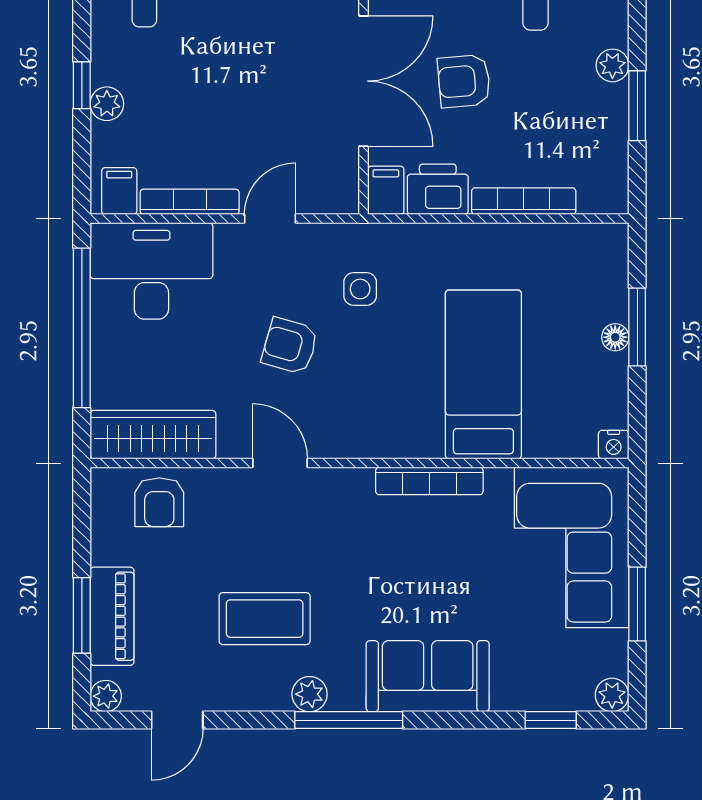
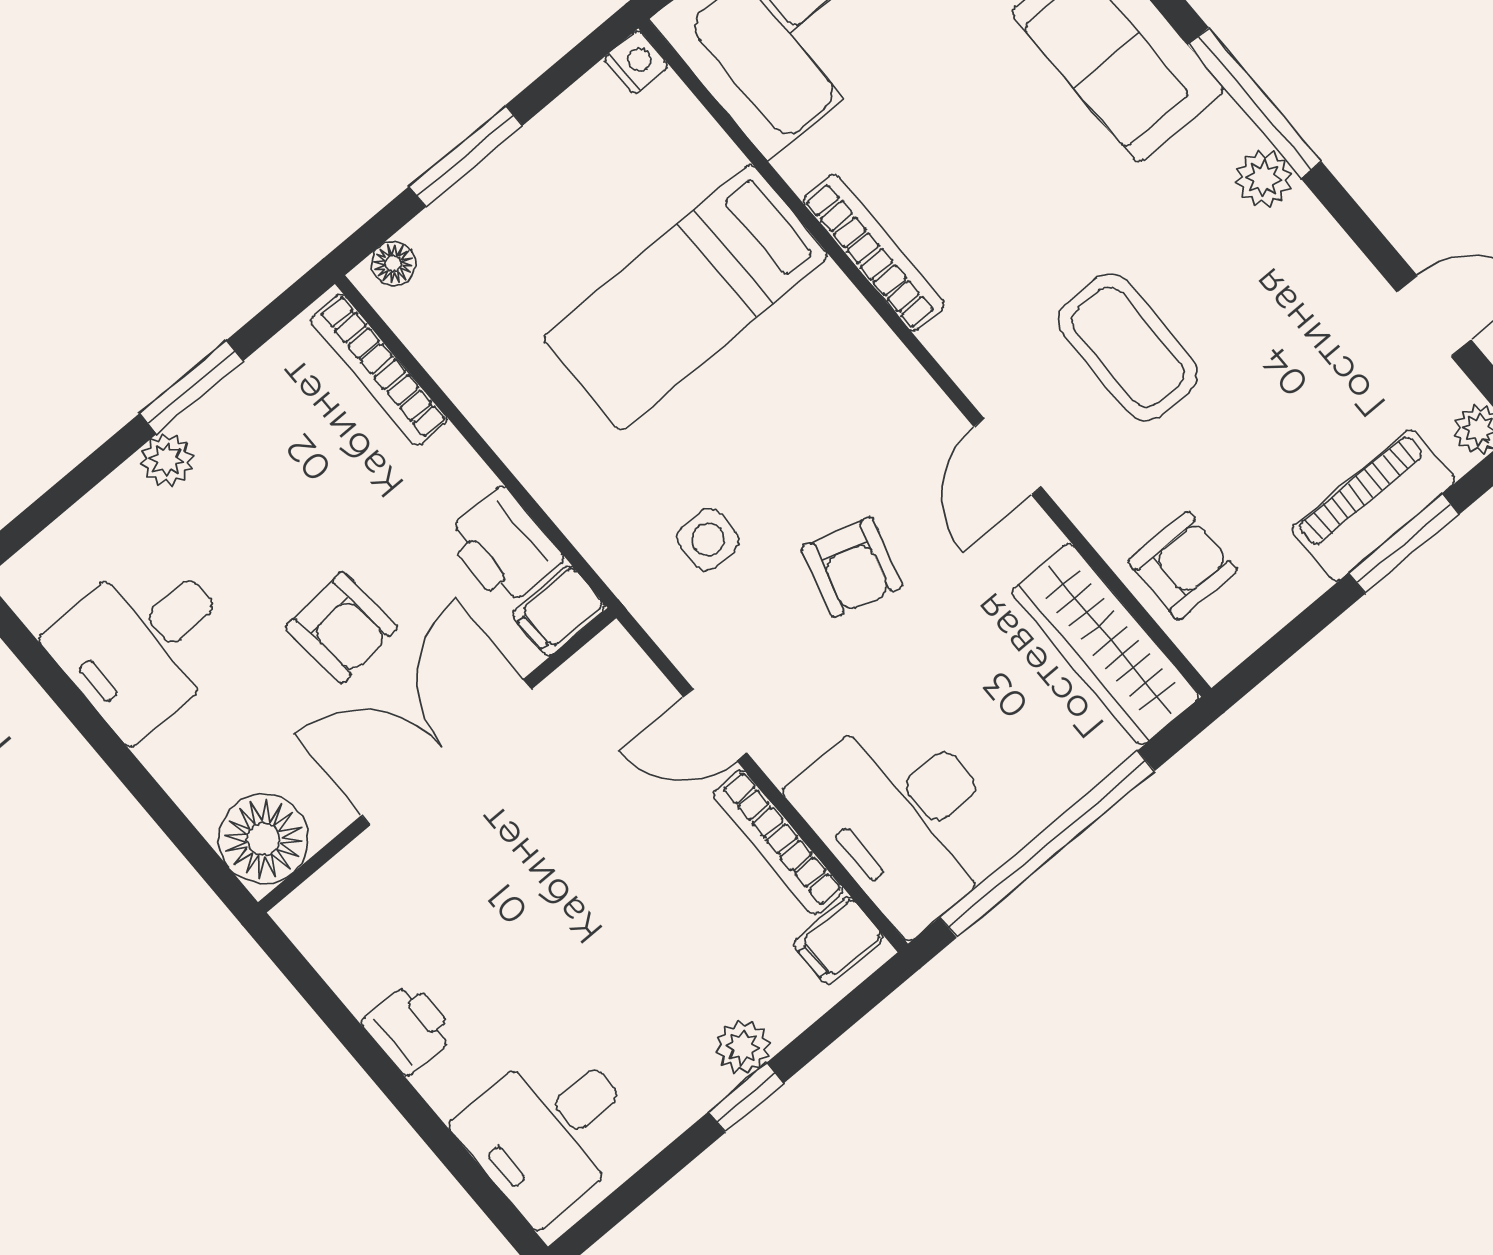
bookcase: (524, 201) -> (379, 370), moved
floor lamp: (615, 337) -> (393, 264), moved
coffee table: (265, 619) -> (1128, 347), moved

